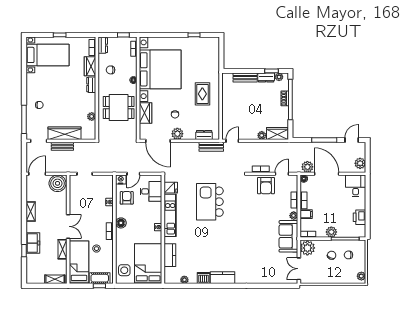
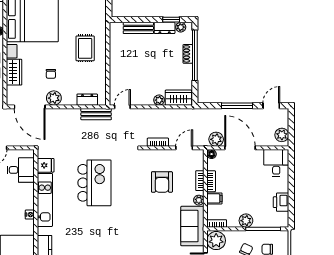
armchair: (266, 186) -> (162, 182), moved
kitchen island: (210, 202) -> (94, 183), turned 180

